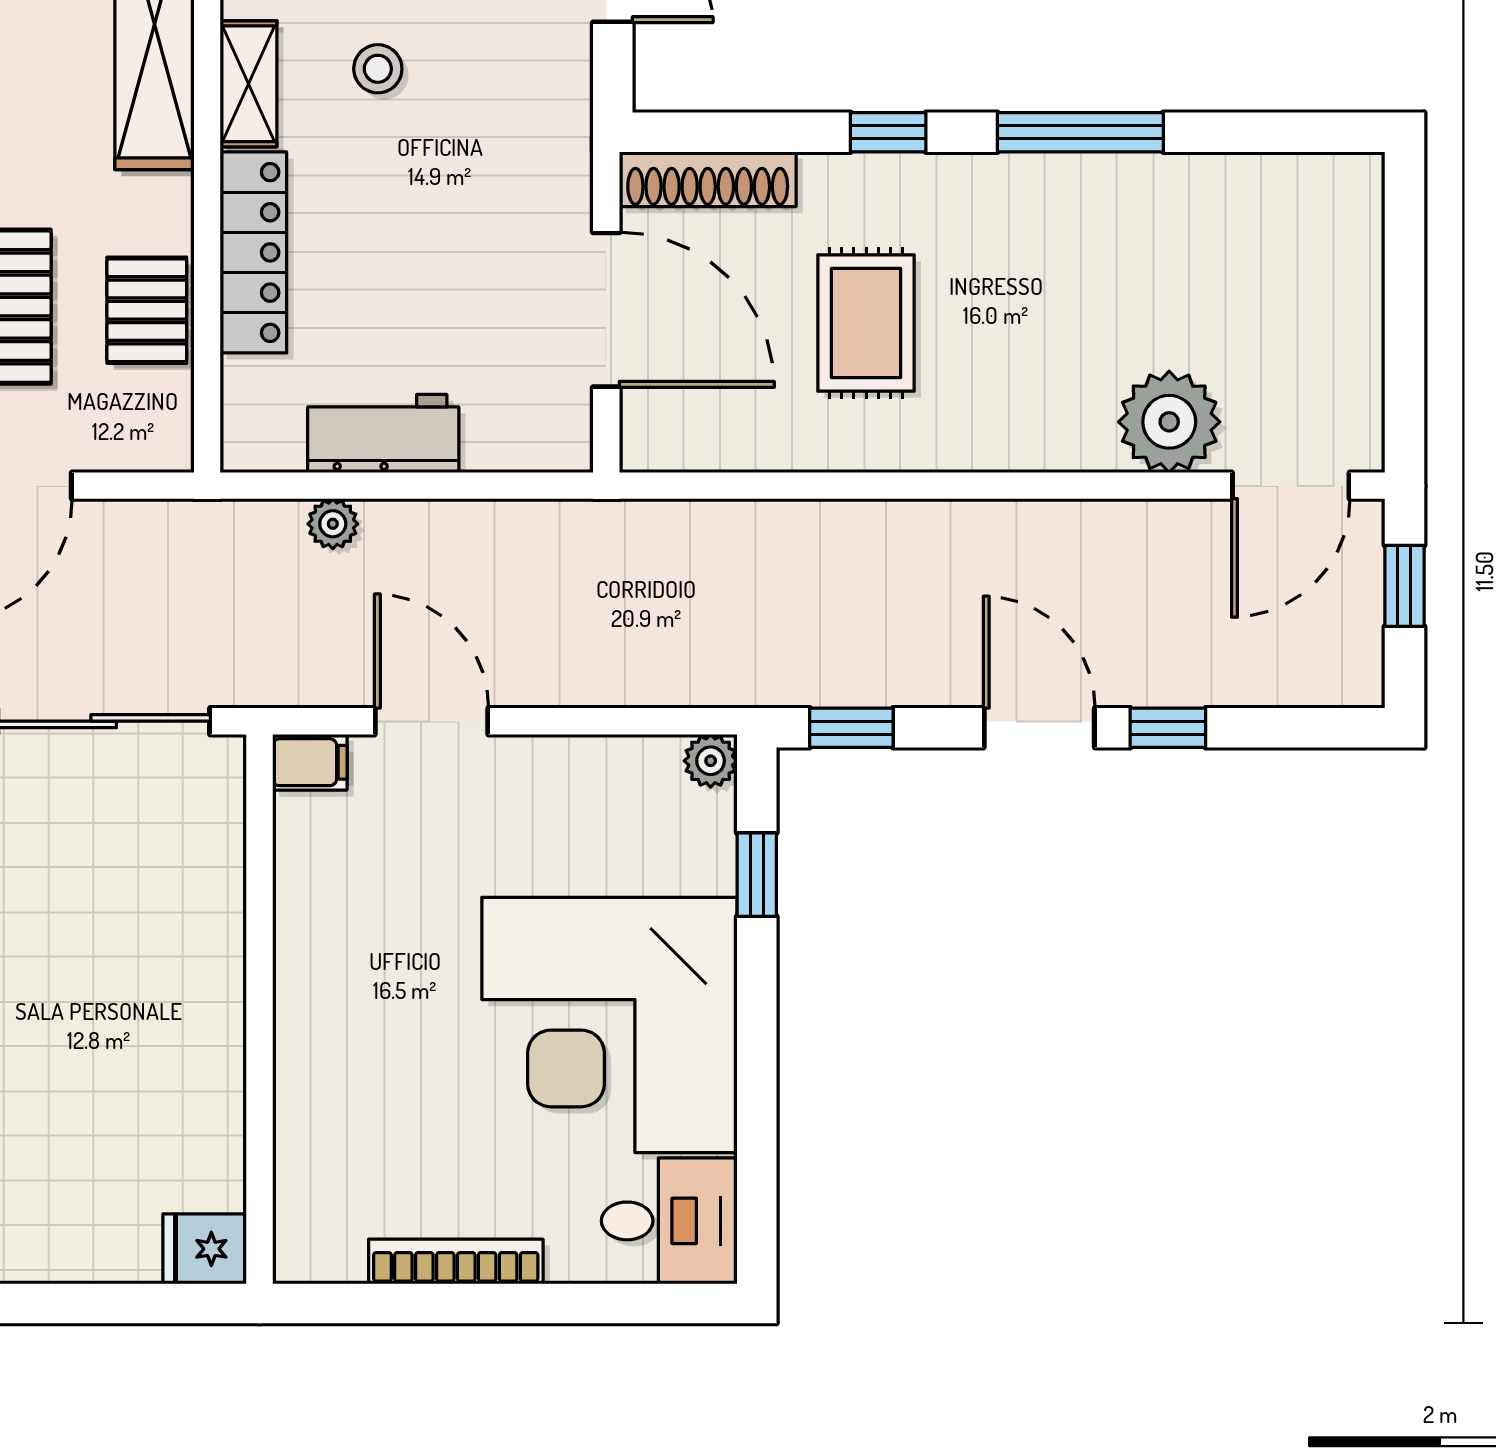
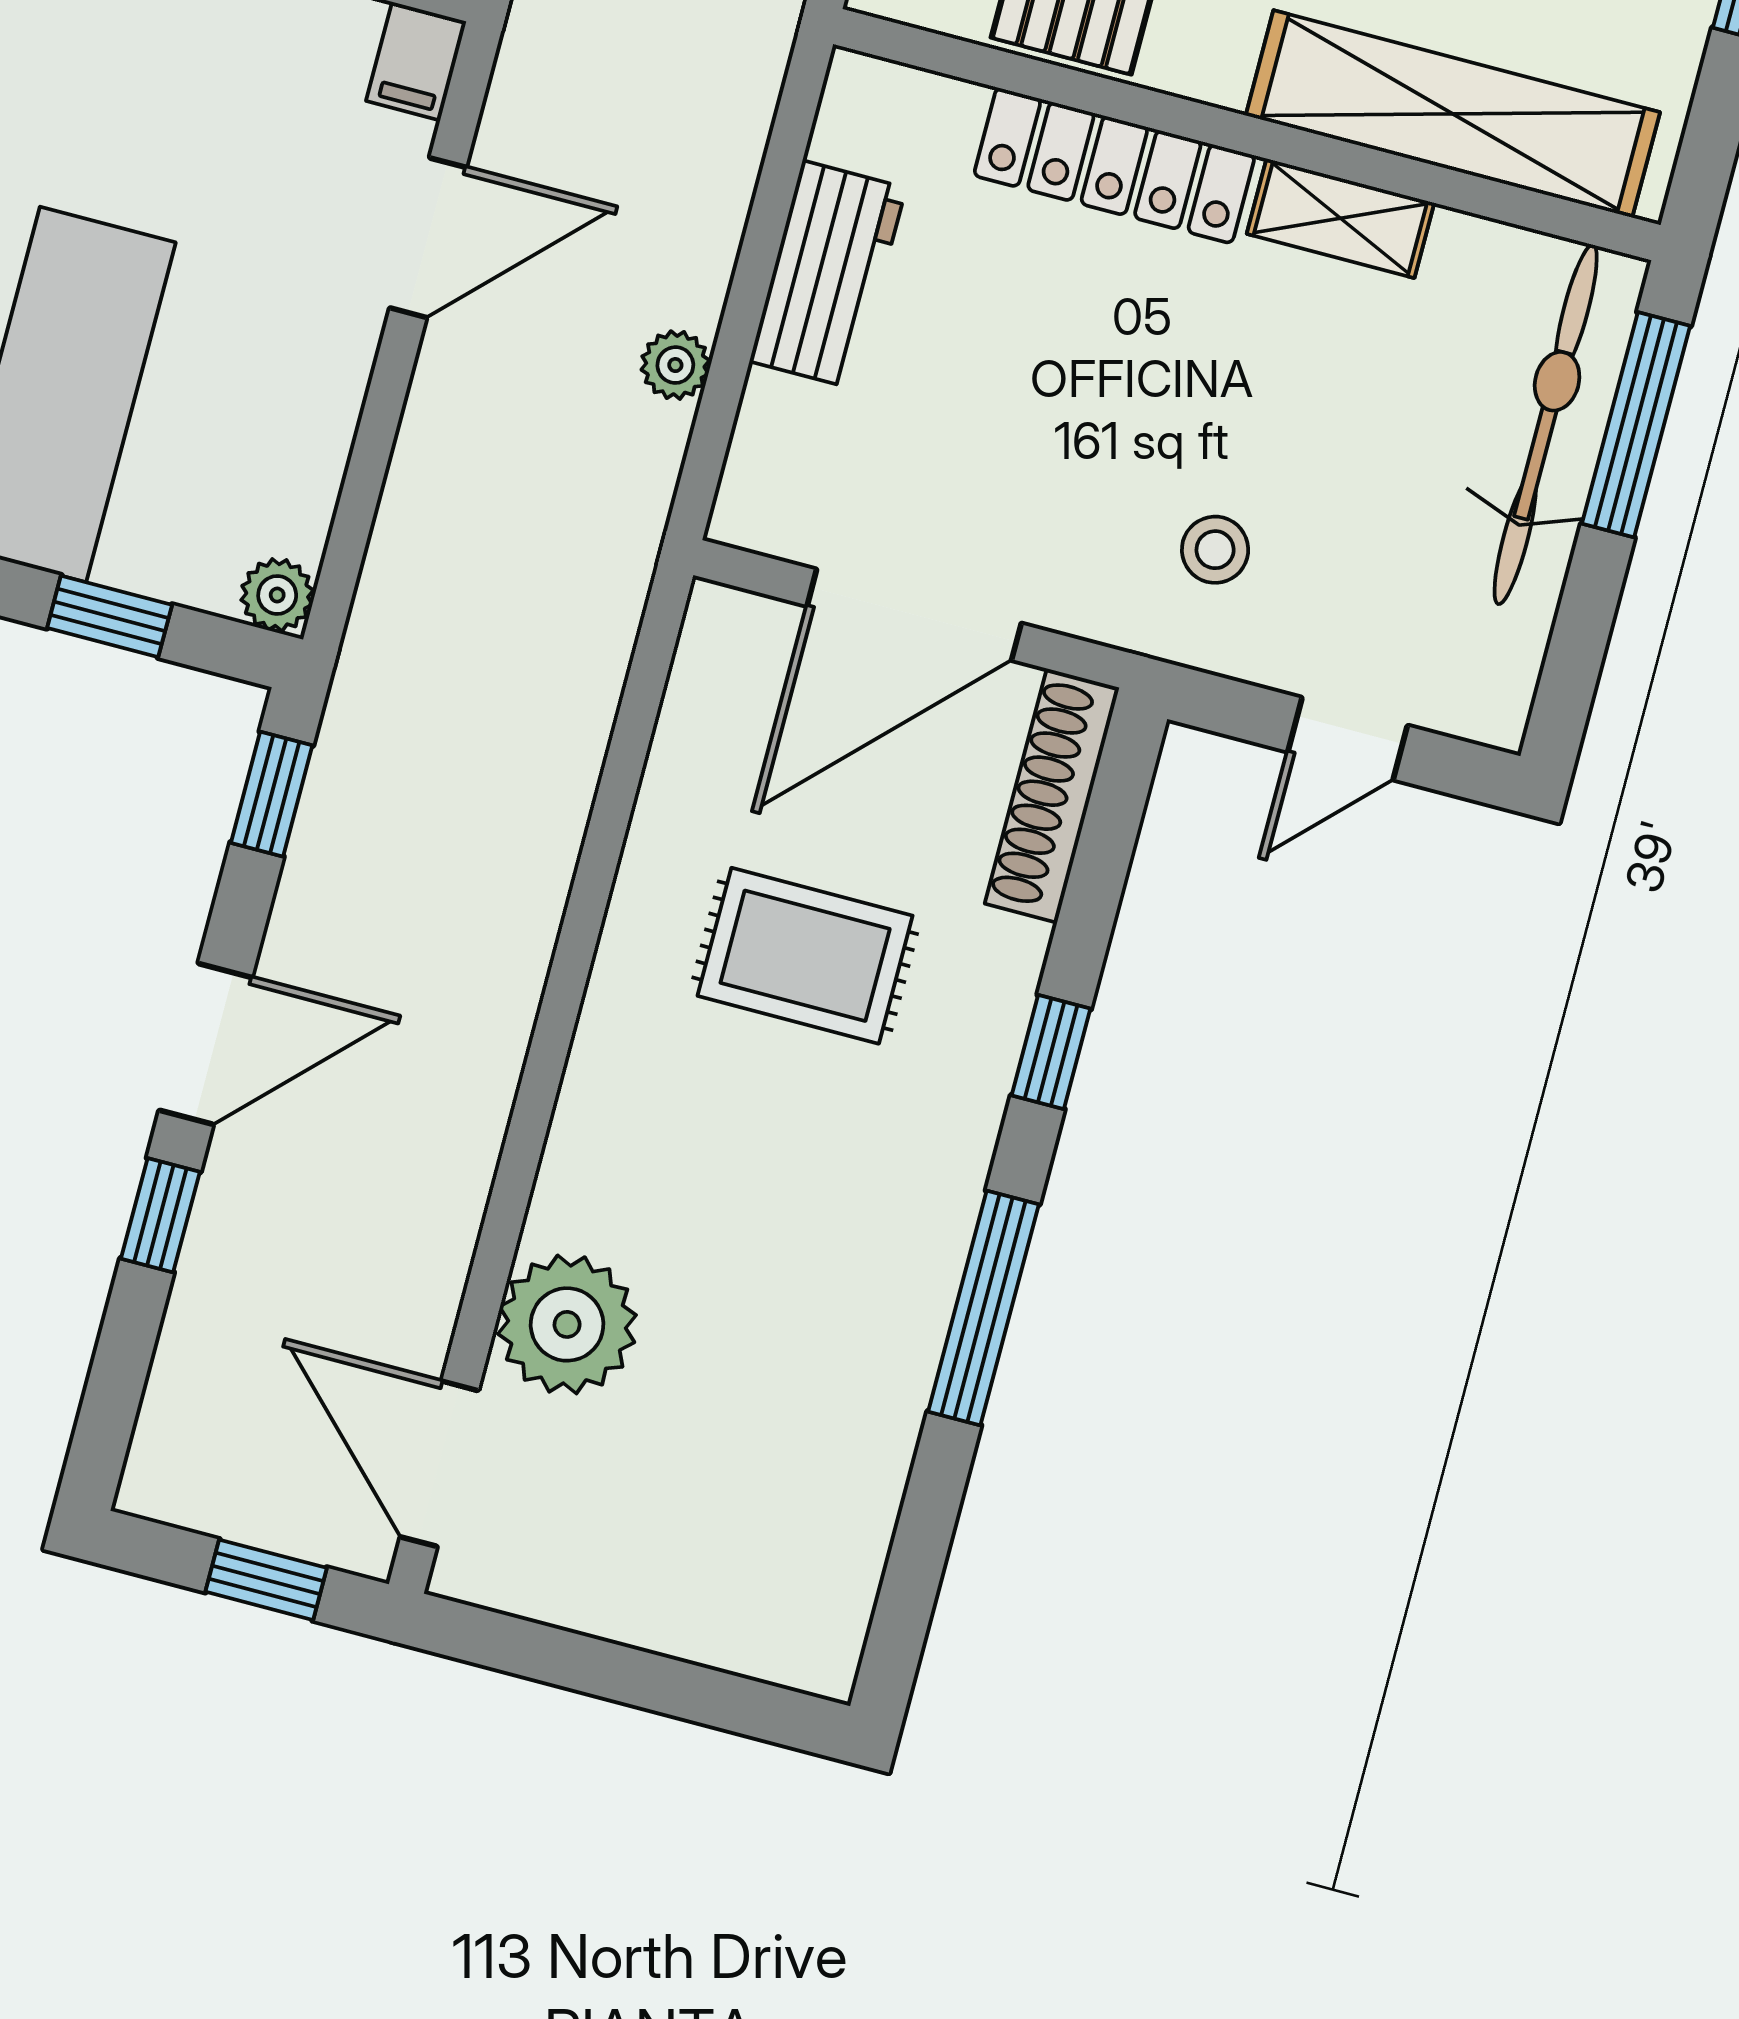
stool: (378, 69) -> (1215, 550), moved
plant: (333, 524) -> (675, 365), moved

